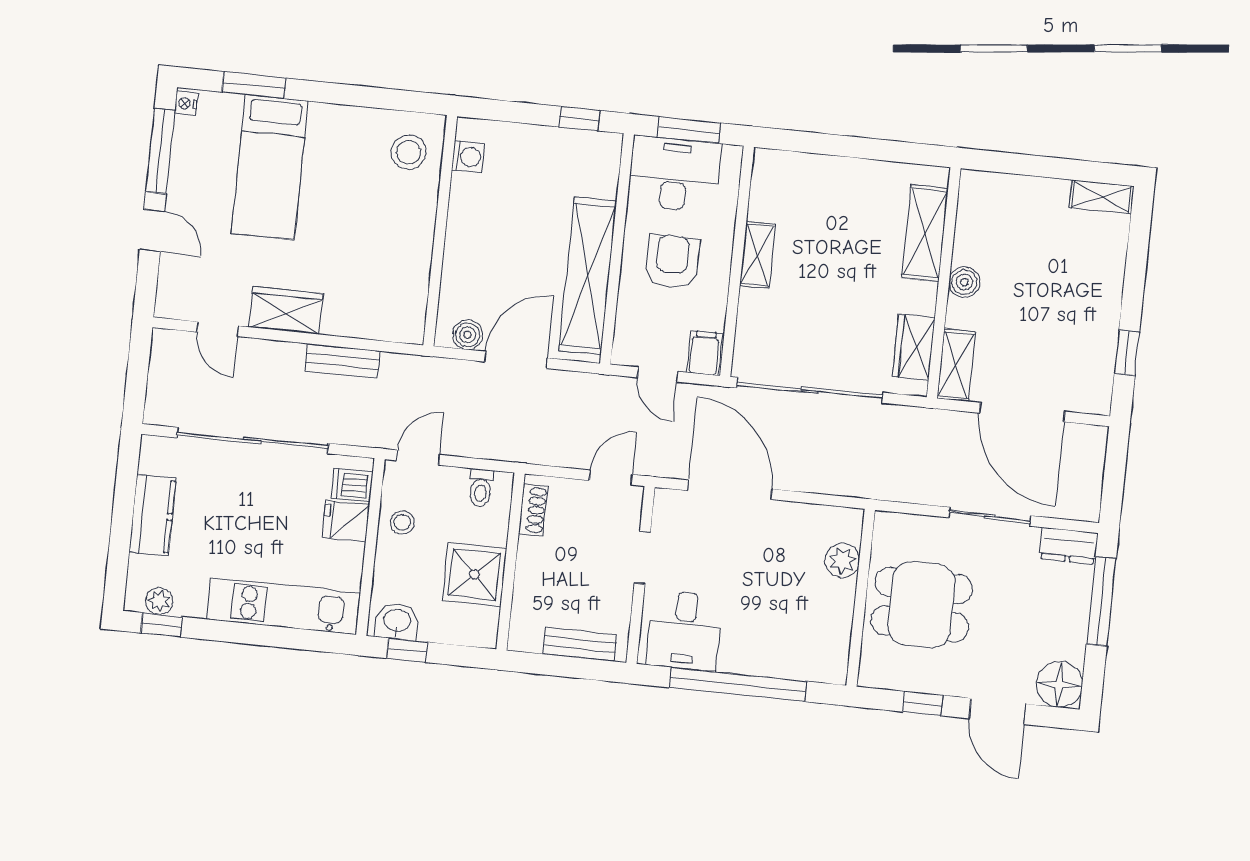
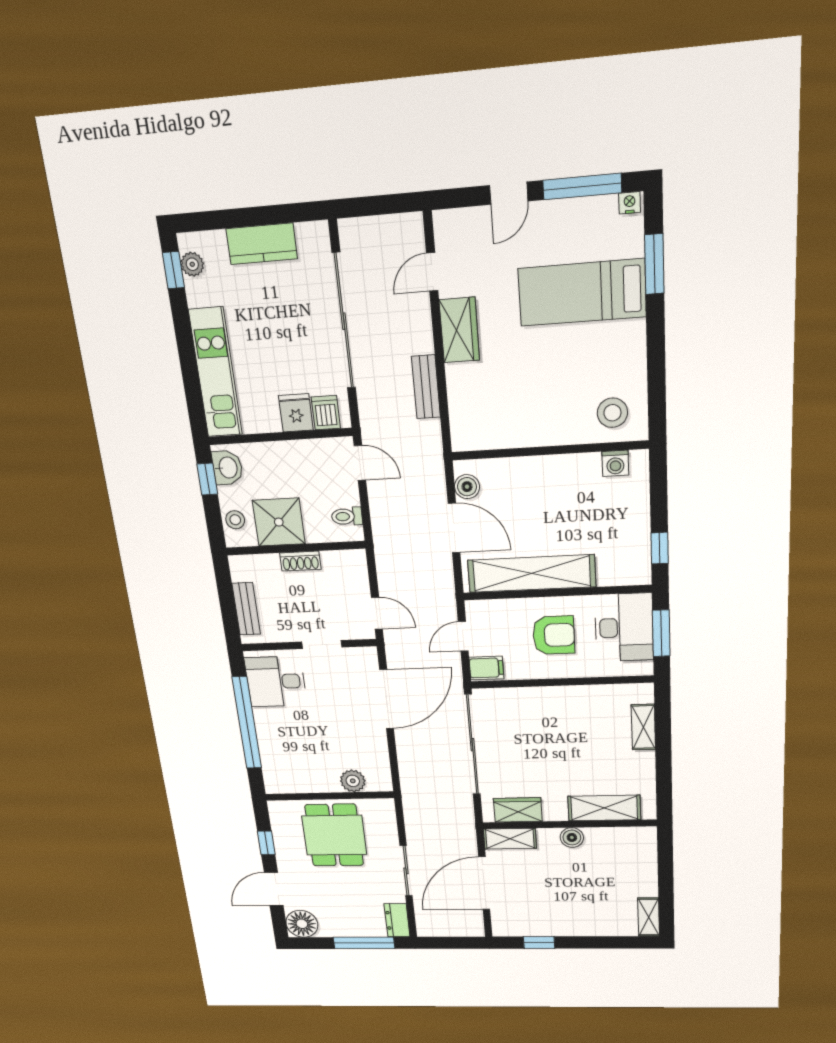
shelving: (757, 255) -> (643, 727), moved, turned 90
shoe rack: (533, 510) -> (300, 561), moved
stool: (402, 522) -> (235, 520), moved

